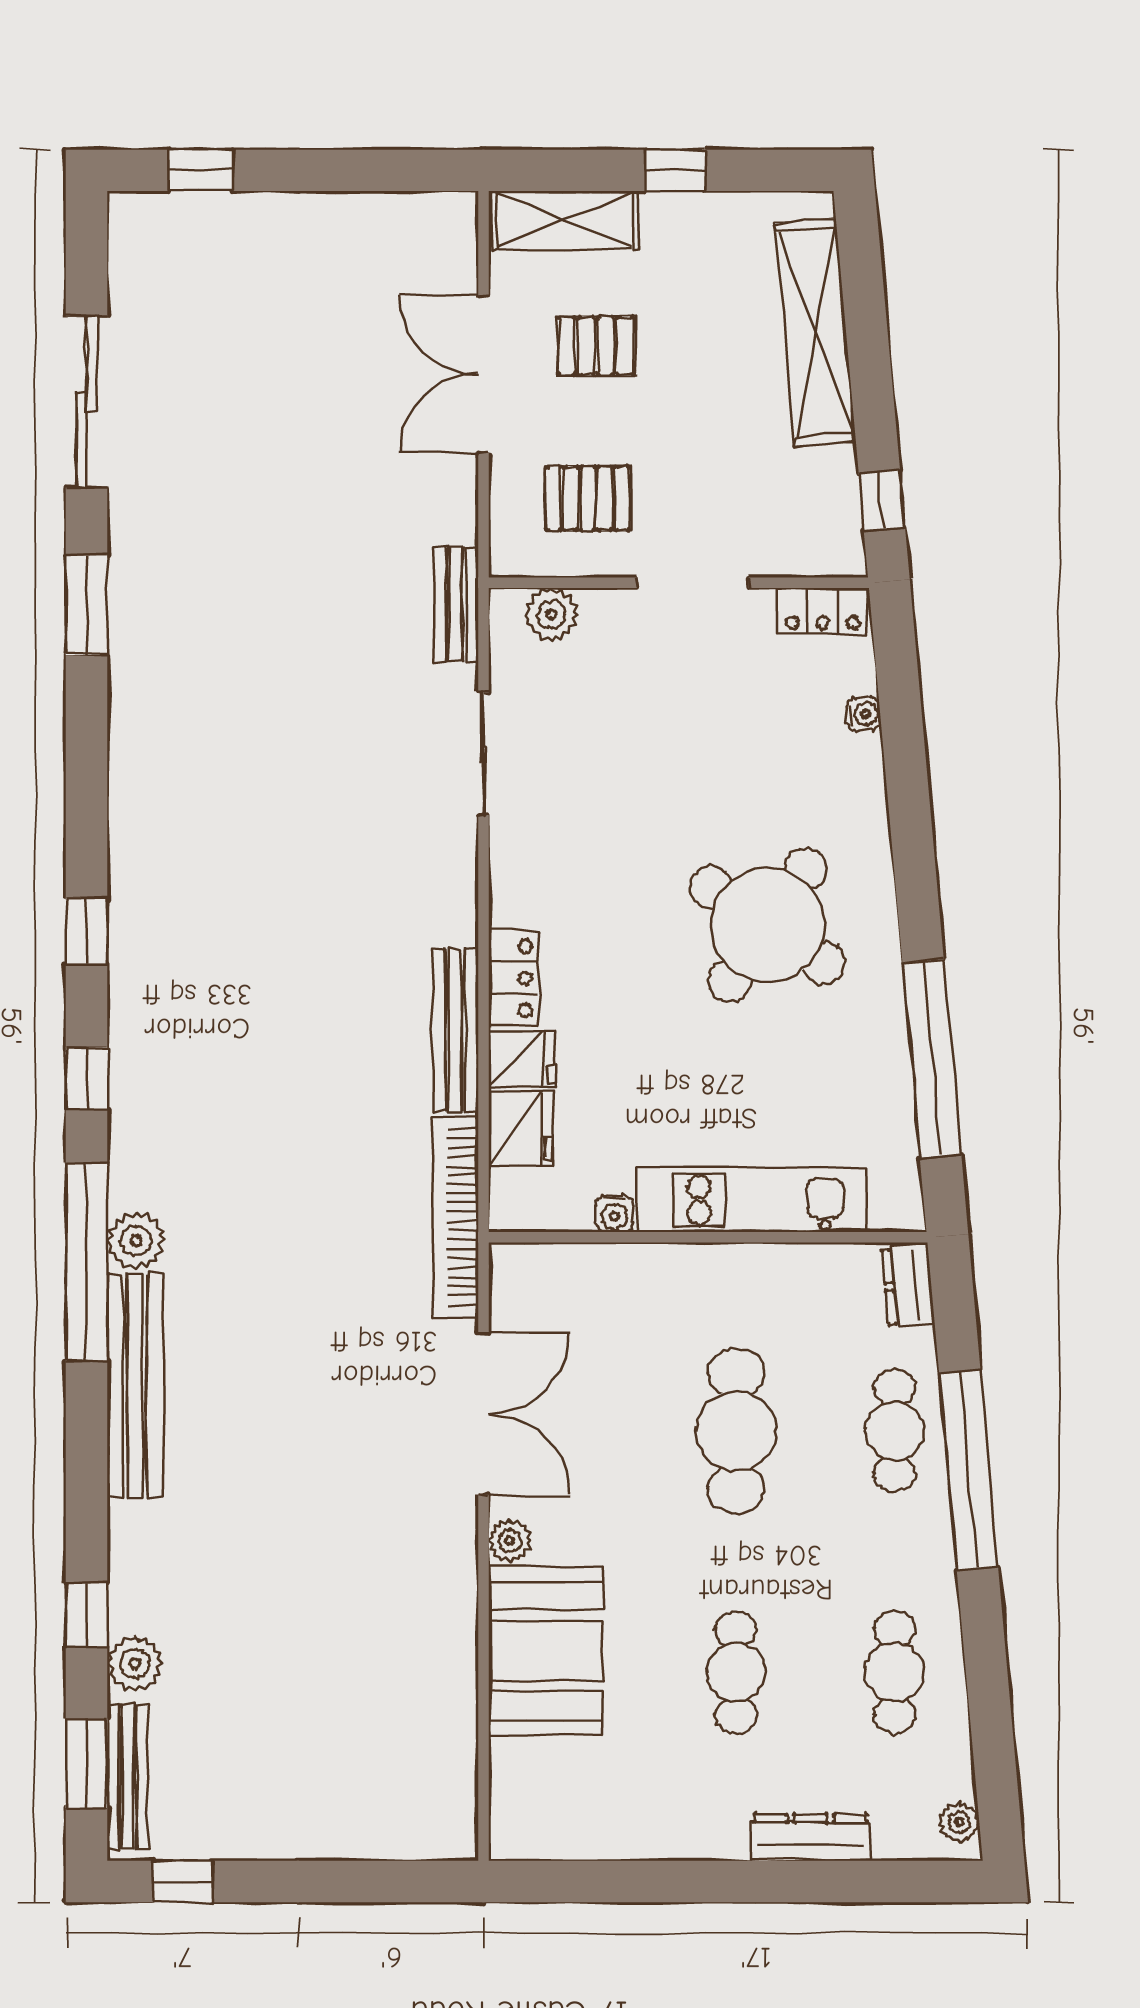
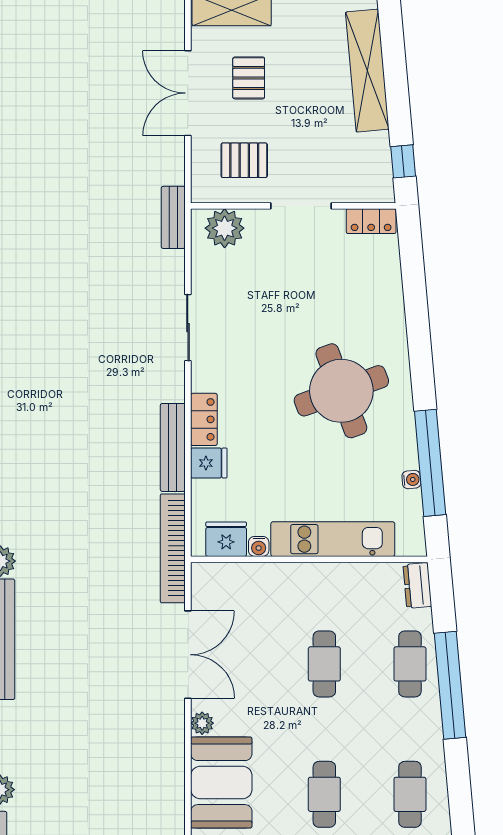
pallet: (596, 346) -> (249, 78), turned 90
plant: (551, 614) -> (225, 228), width x1.36, depth x1.36
water cooler: (864, 714) -> (411, 480), moved
sliding door: (483, 754) -> (188, 328), moved
round table: (768, 925) -> (341, 391), turned 36
fridge: (521, 1129) -> (226, 539), moved, turned -90
cafe table: (736, 1431) -> (324, 664), width x0.73, depth x0.74

